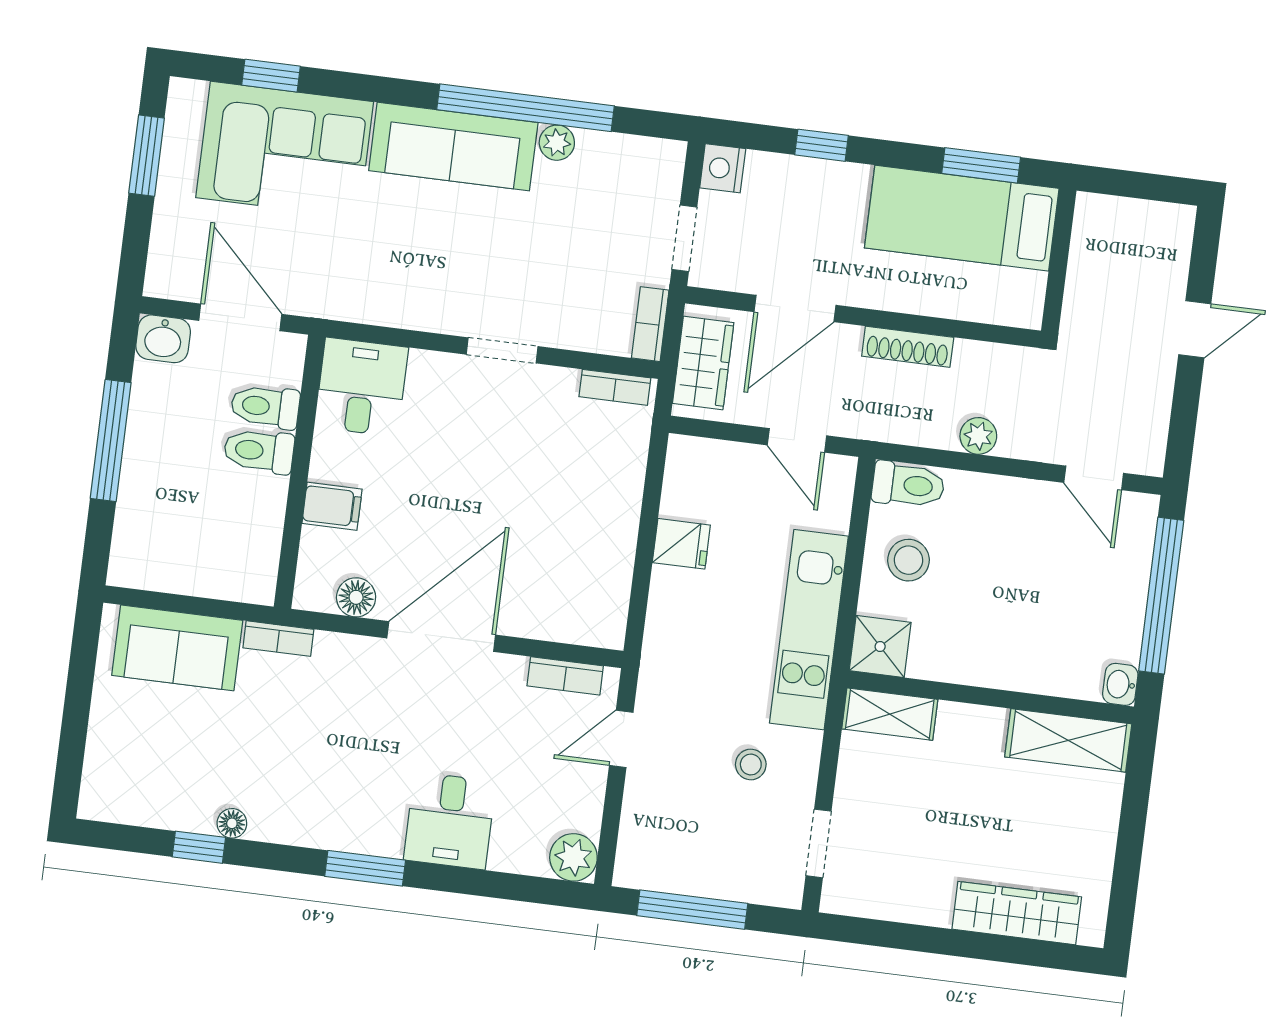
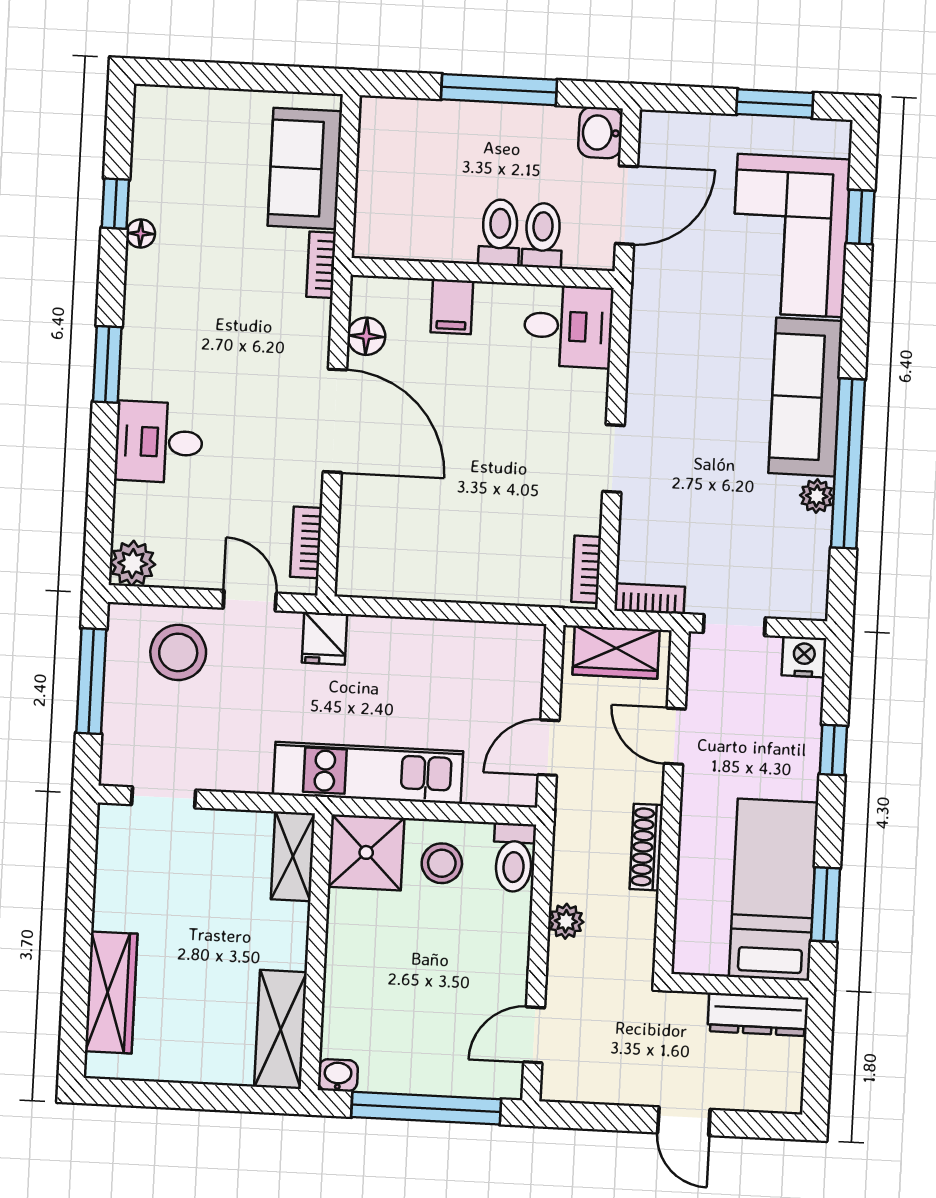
dresser: (1090, 244) -> (758, 1014), added
door: (795, 308) -> (675, 736), width x0.73
fridge: (681, 544) -> (324, 638), moved
shower: (880, 647) -> (366, 852), width x1.36, depth x1.36
stool: (751, 765) -> (178, 652), moved, width x1.89, depth x1.89

